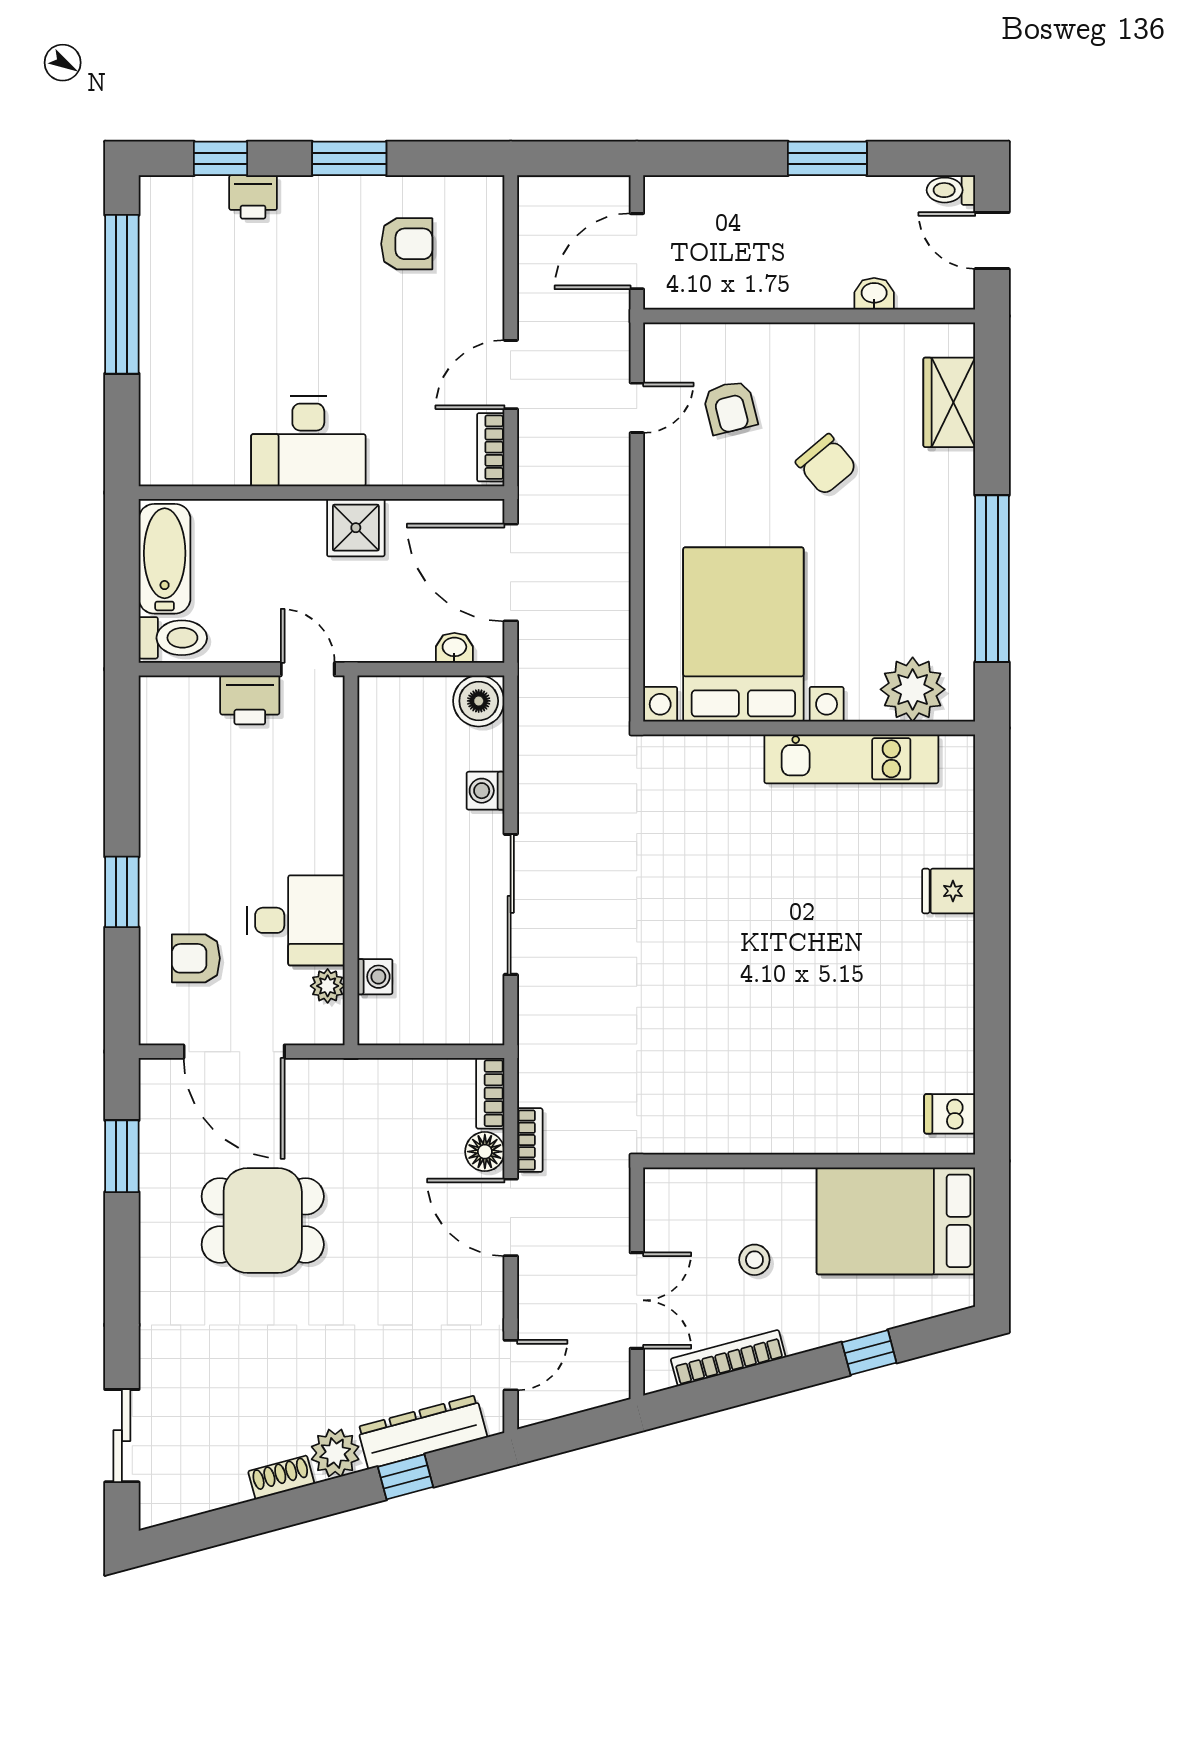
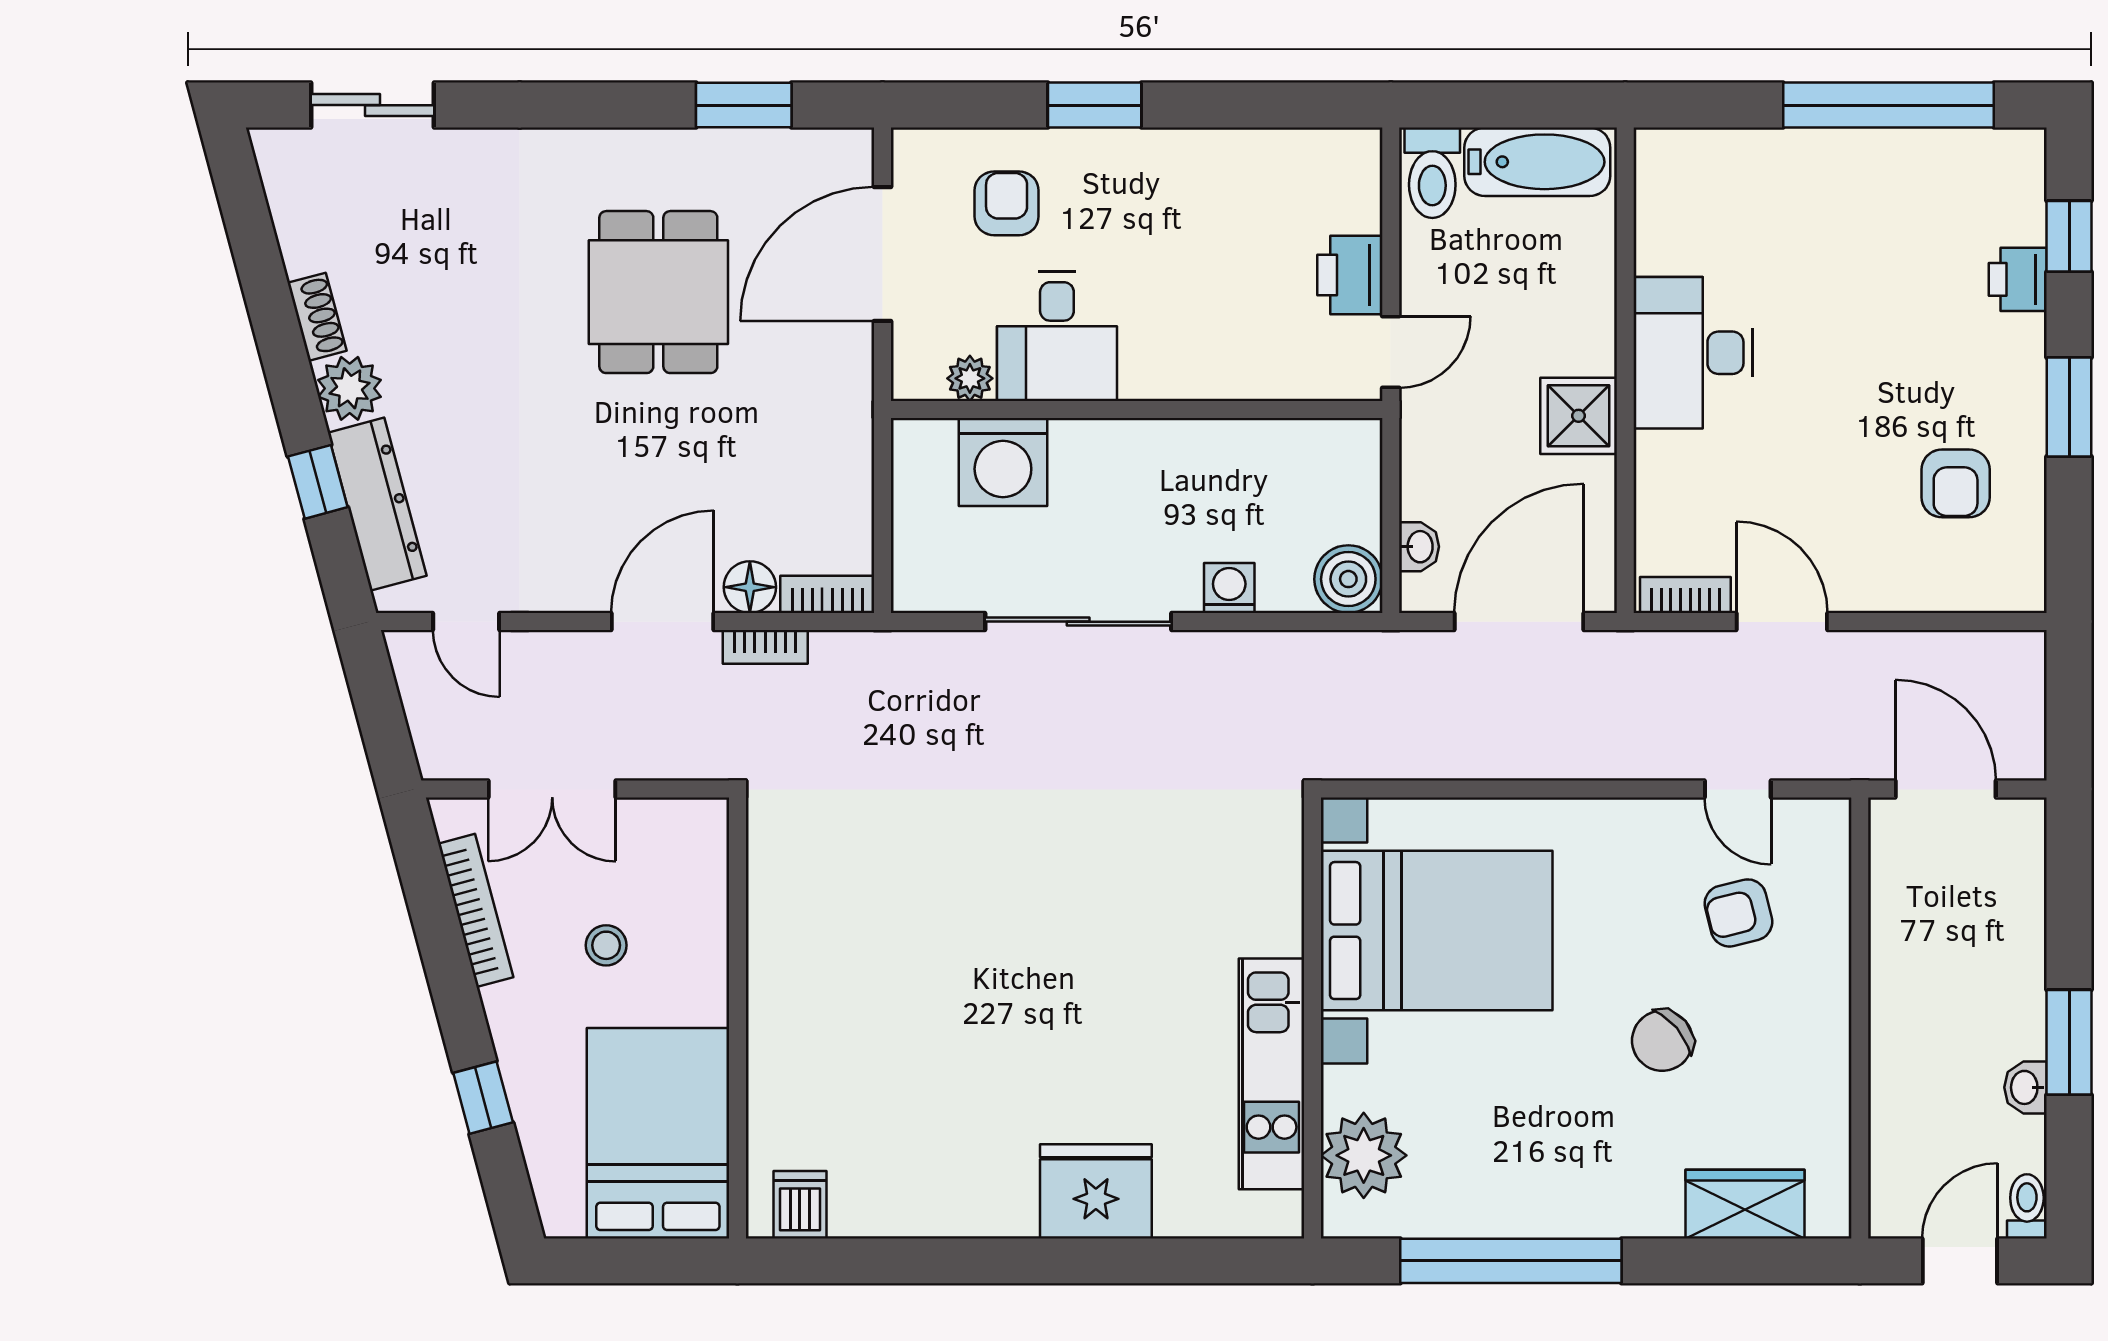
washbasin: (874, 294) -> (2026, 1087), moved, turned 180
fridge: (949, 891) -> (1096, 1191), width x1.88, depth x1.34
washing machine: (375, 977) -> (1003, 462), width x1.89, depth x1.89

